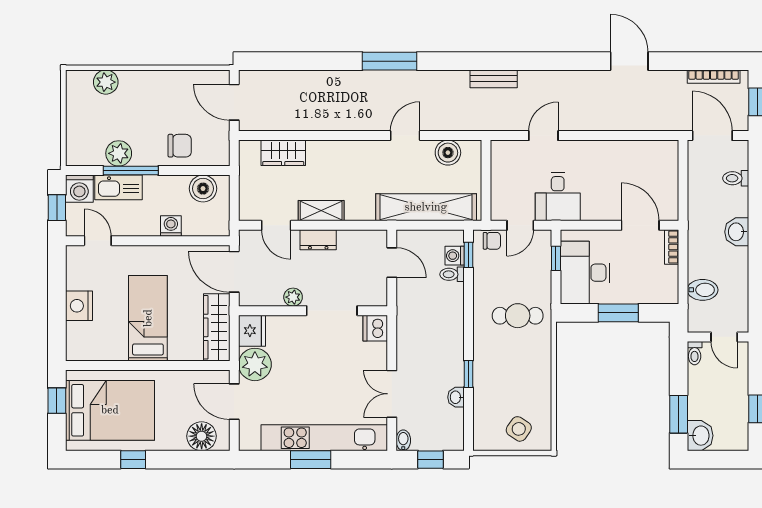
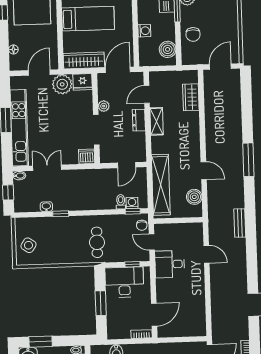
floor lamp: (202, 436) -> (13, 49), width x0.53, depth x0.53

